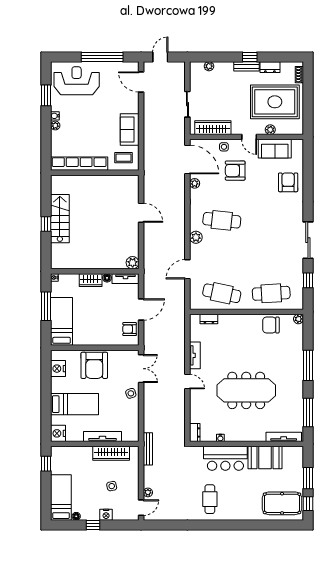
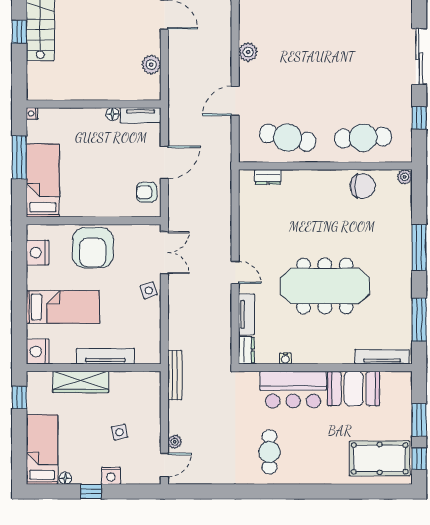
cafe table: (222, 220) -> (288, 26), removed
plant: (133, 263) -> (151, 65), moved
wardrobe: (91, 280) -> (87, 117), removed
chair: (271, 325) -> (363, 186), turned 180
tv unit: (195, 355) -> (246, 314), moved
wardrobe: (111, 453) -> (81, 382), moved

